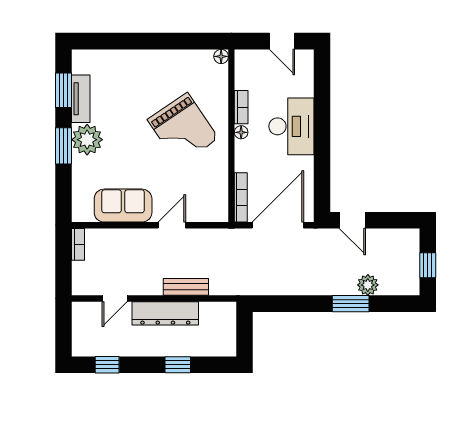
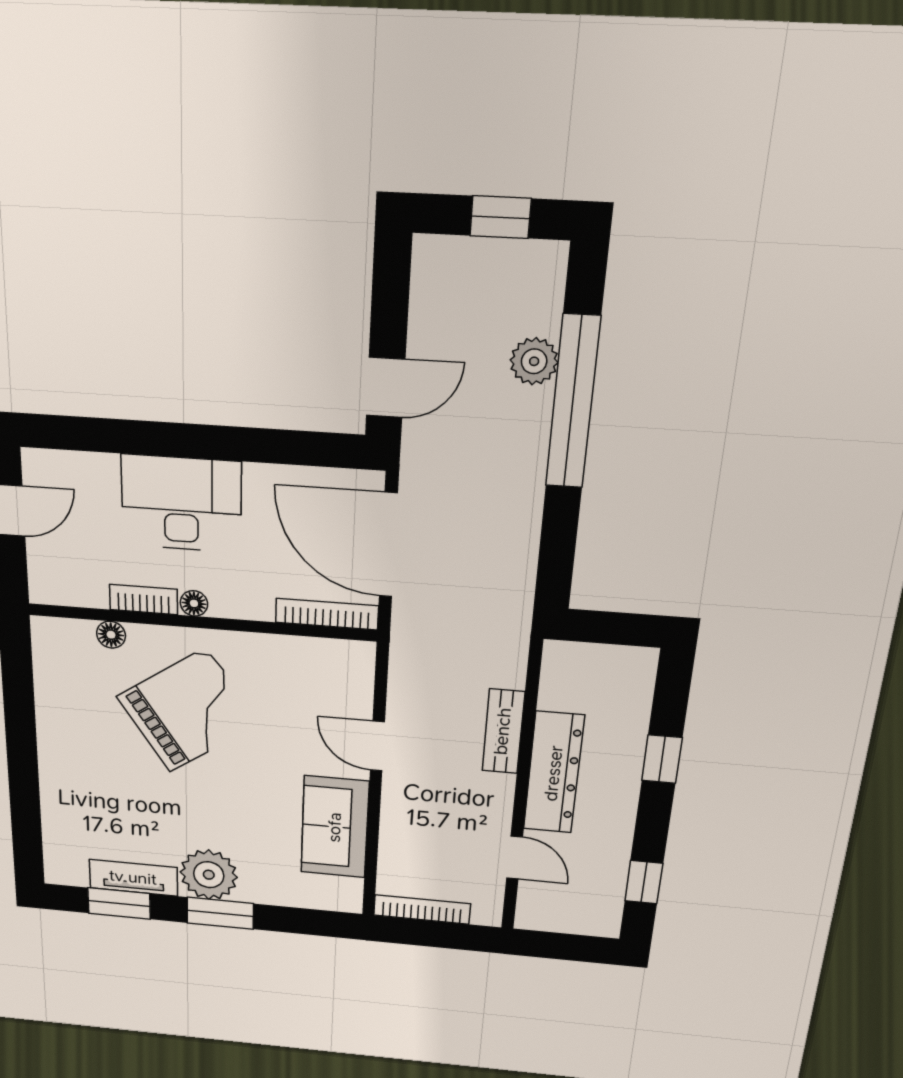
floor lamp: (221, 56) -> (111, 635), moved
bookcase: (78, 244) -> (422, 910), width x1.56
window: (351, 304) -> (573, 402), width x2.11

